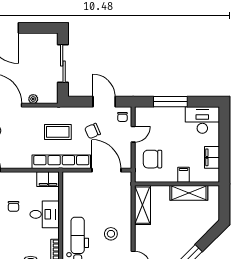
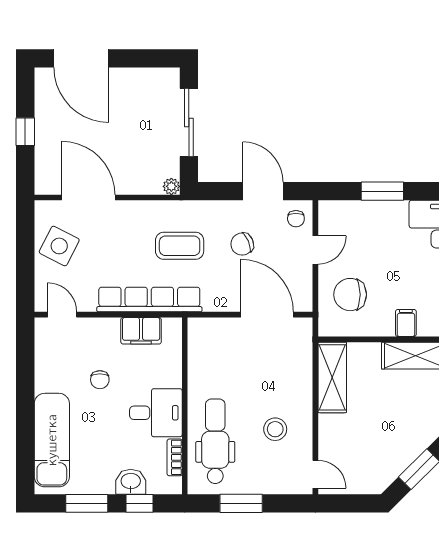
plant: (33, 99) -> (171, 186), moved
window: (170, 102) -> (382, 191), width x0.69
row of seats: (61, 162) -> (149, 299), moved
filing cabinet: (48, 179) -> (141, 331), moved
desk: (45, 214) -> (156, 413), moved

